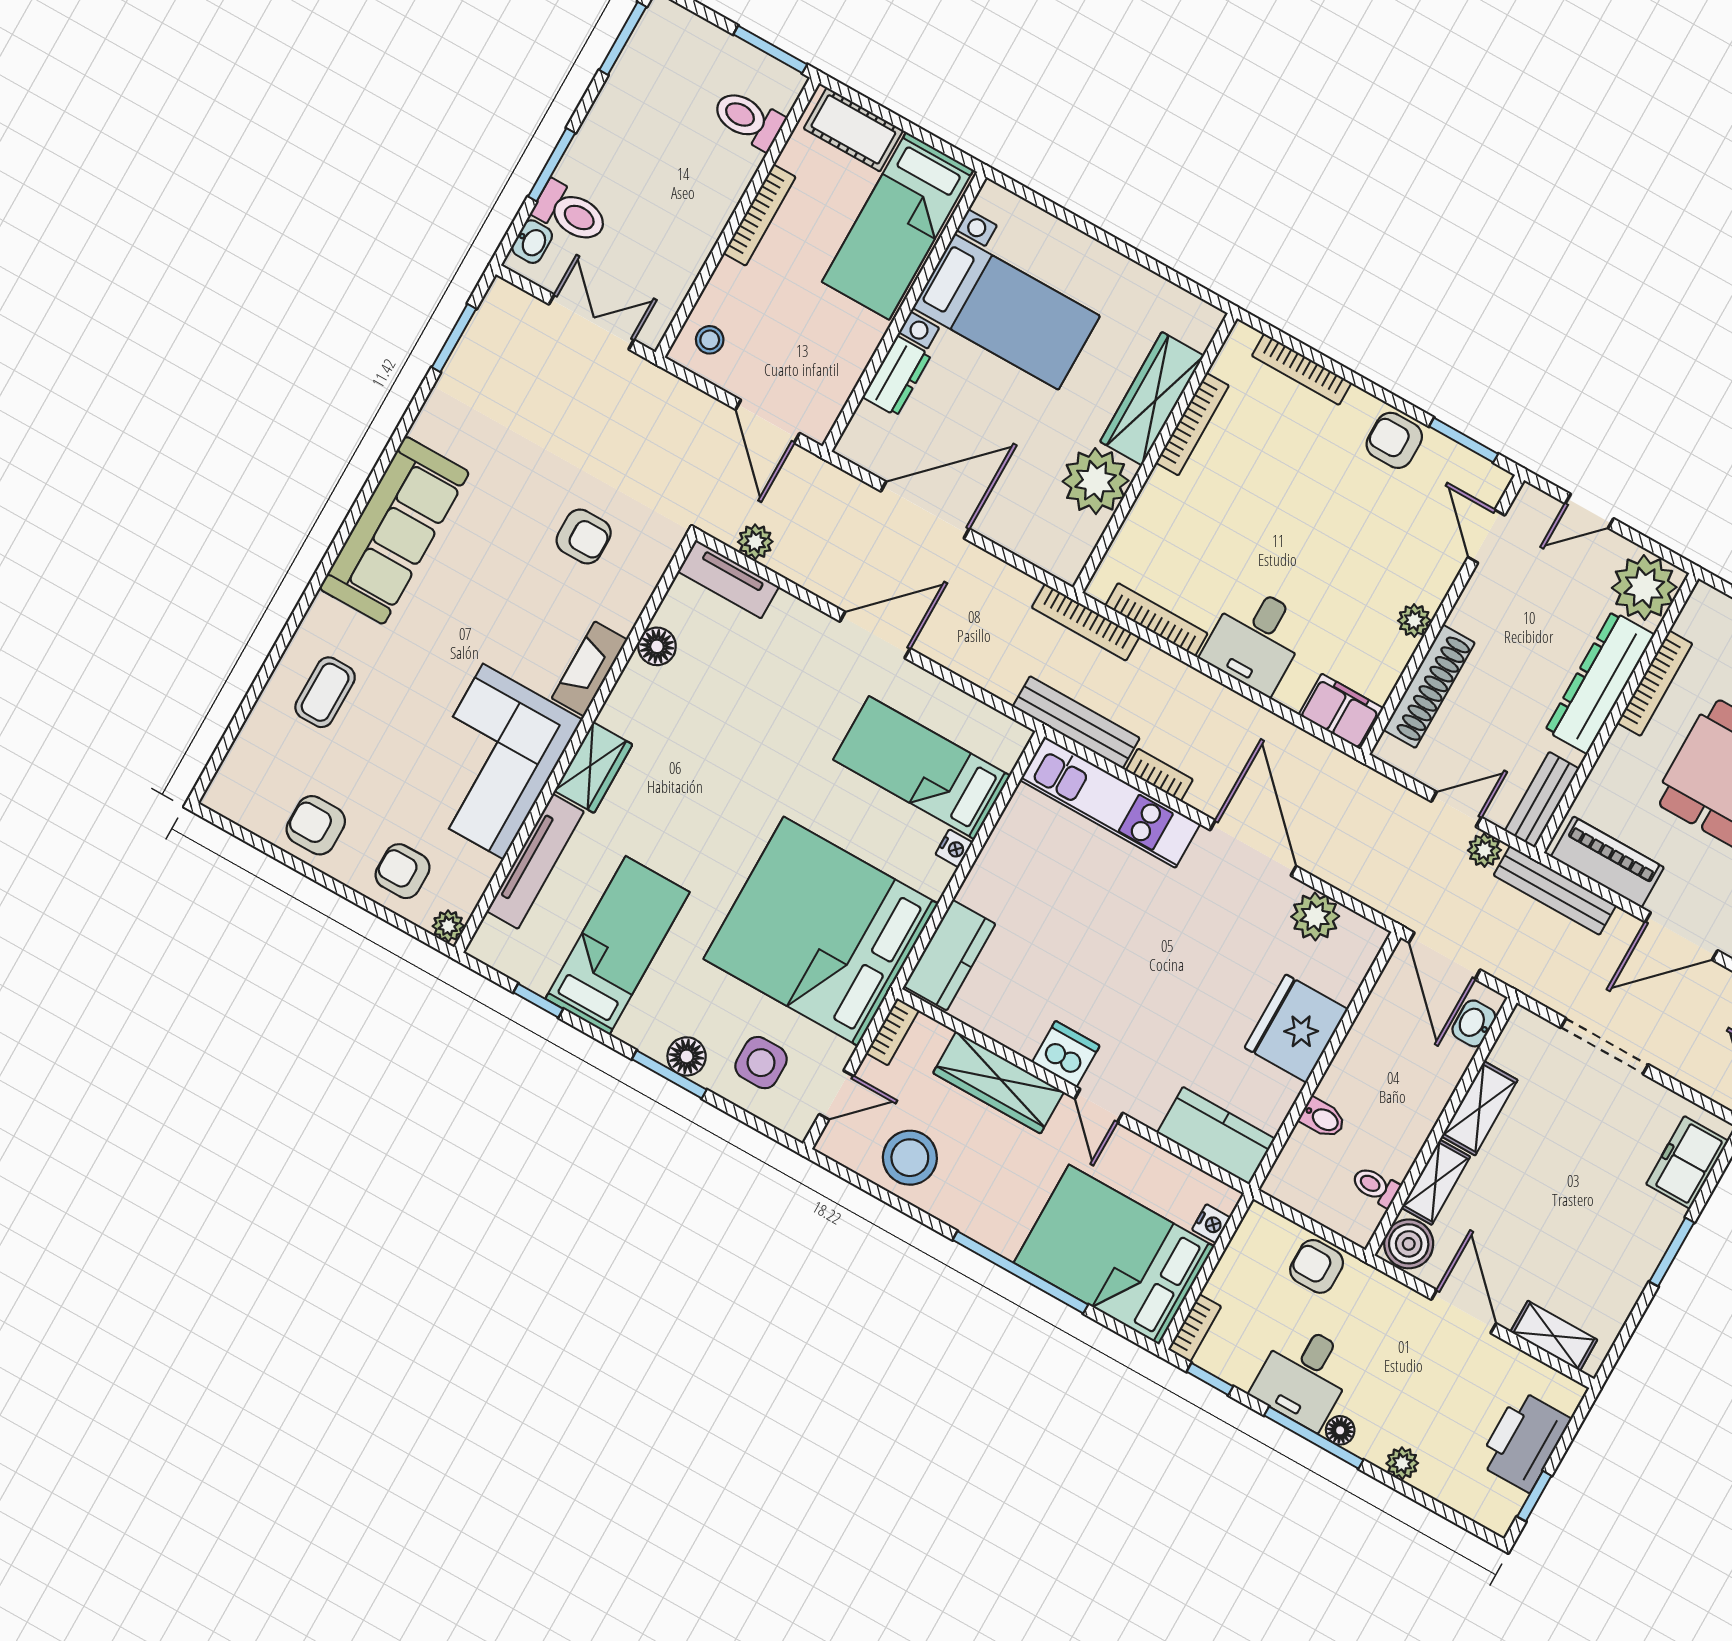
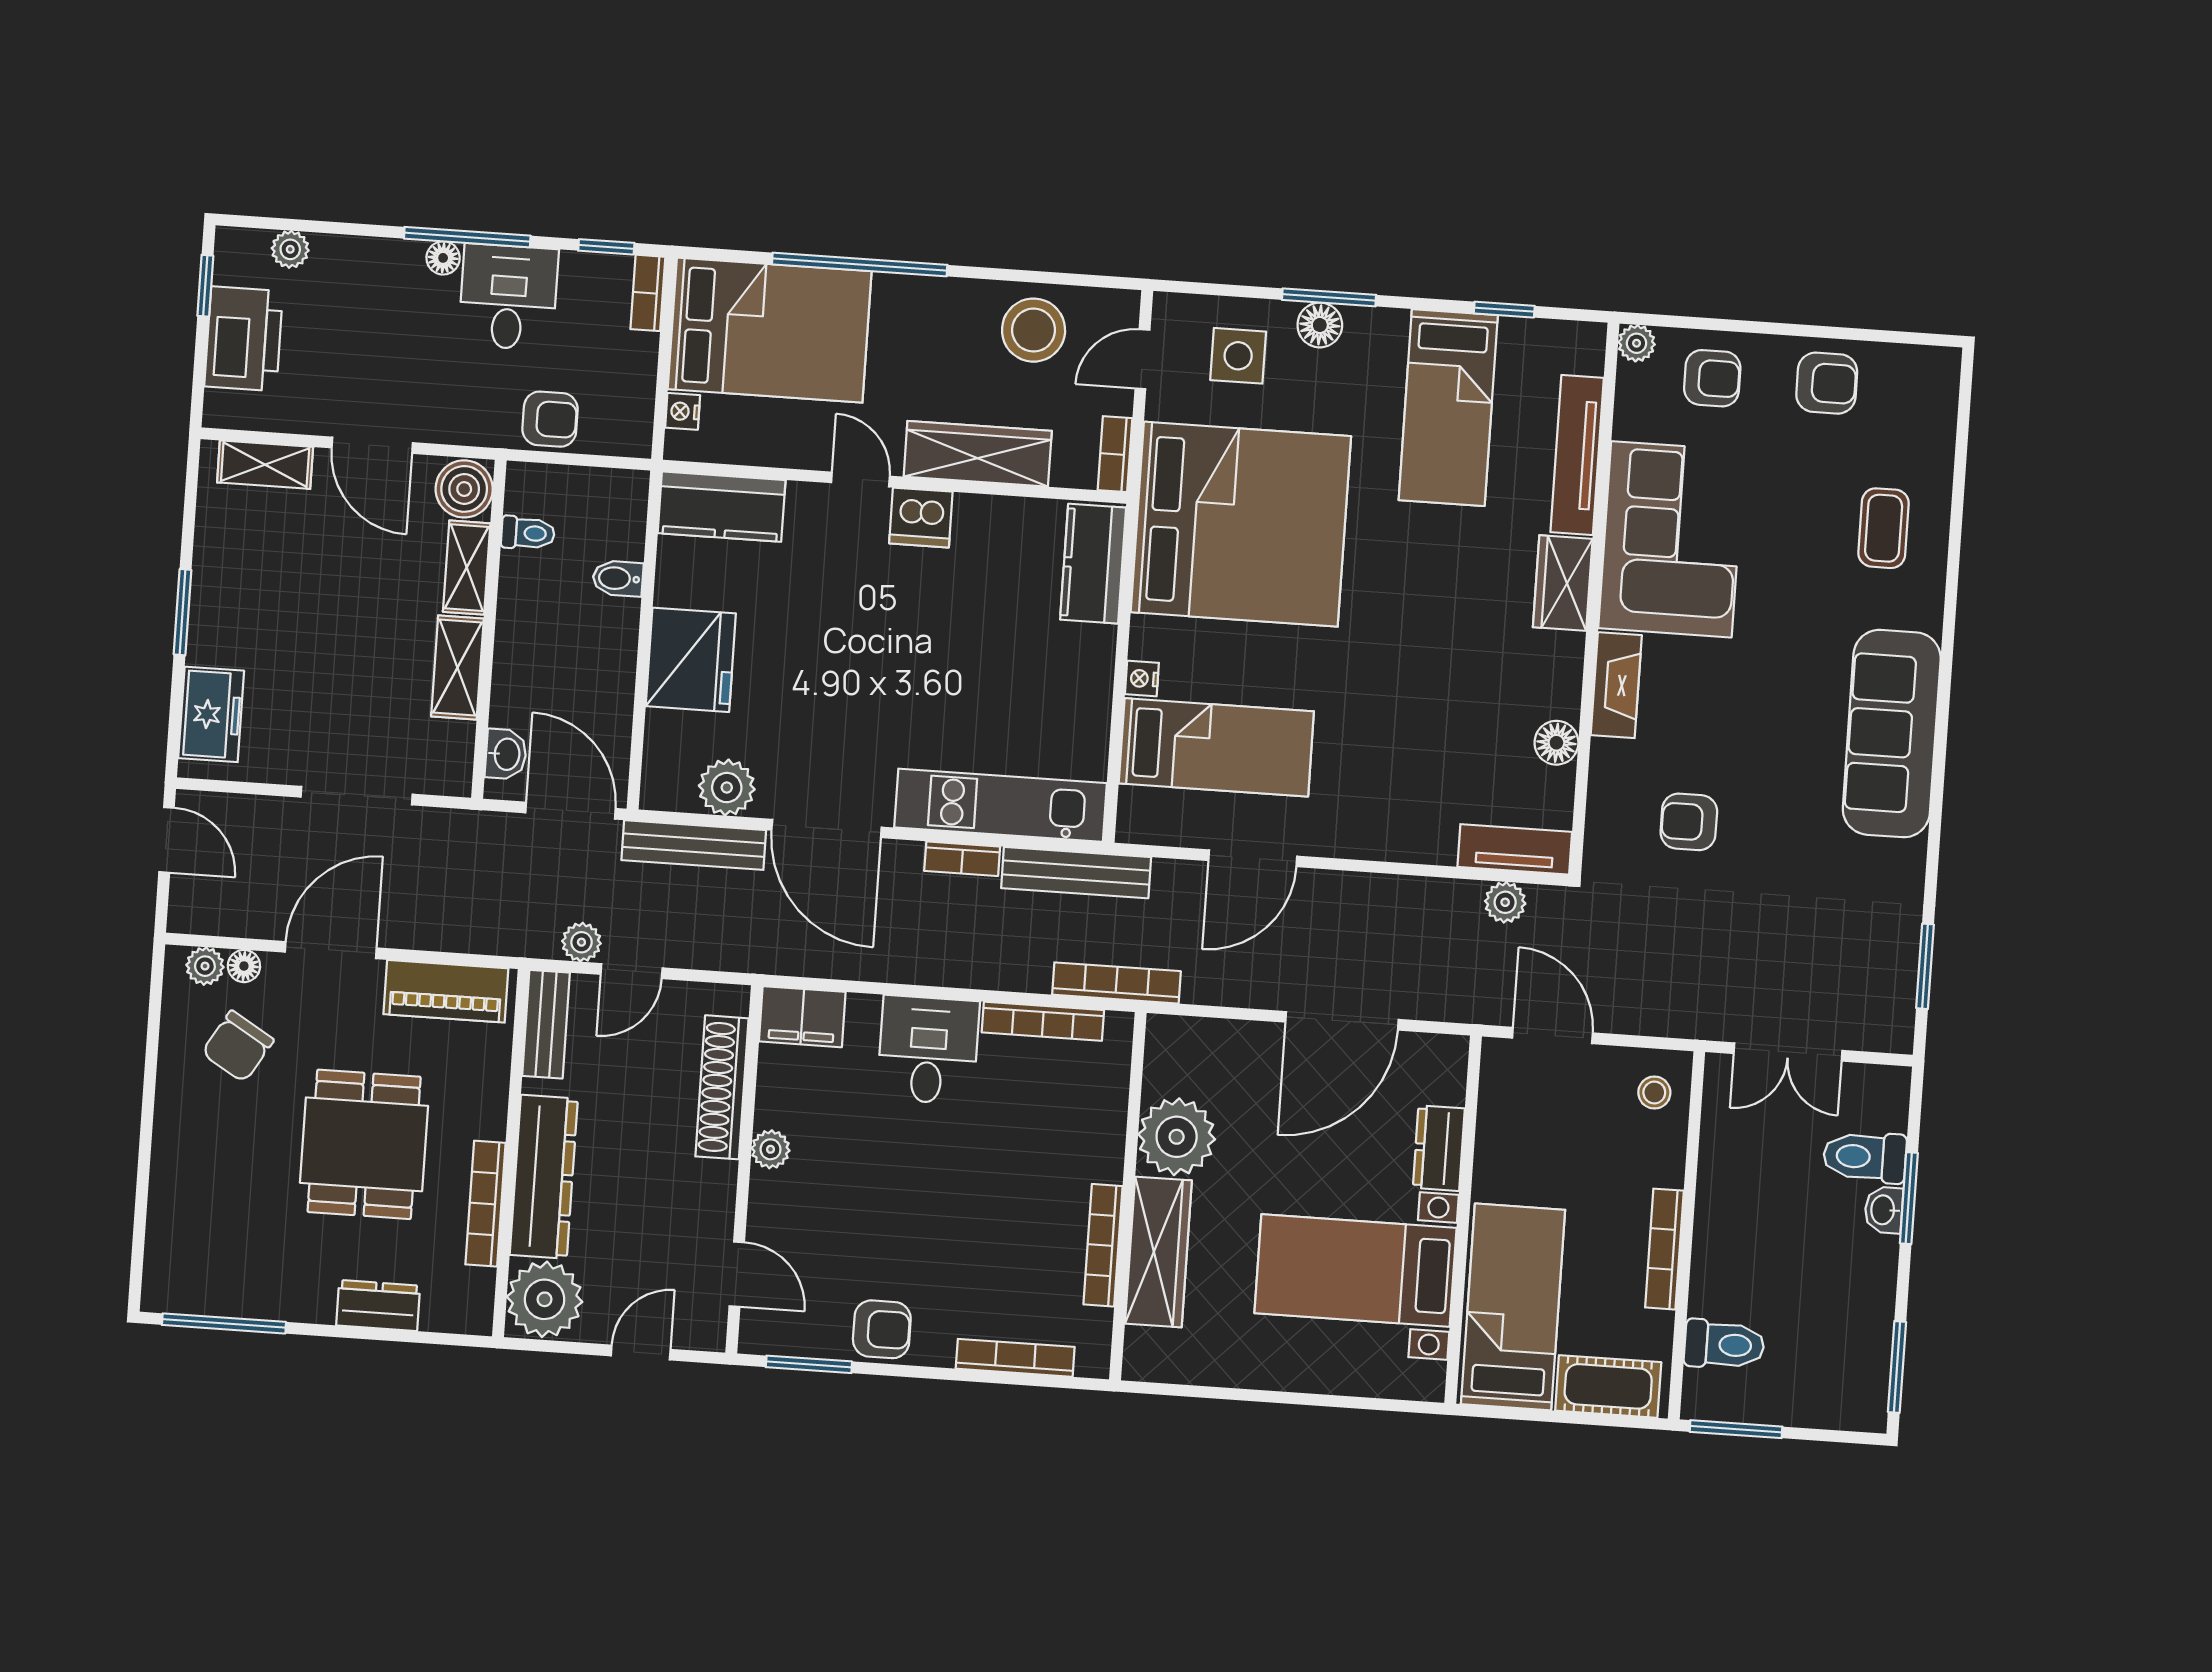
washbasin: (532, 242) -> (1884, 1210), moved
door: (875, 635) -> (1253, 858), moved
bench: (1555, 890) -> (694, 845), moved
plant: (1402, 1463) -> (290, 249), moved

